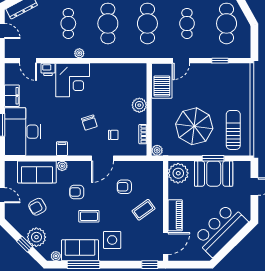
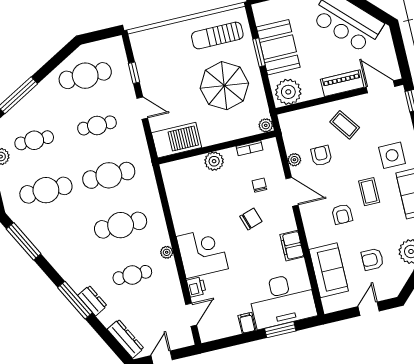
door: (181, 61) -> (142, 108), moved
filing cabinet: (12, 96) -> (247, 323), width x0.50
filing cabinet: (62, 149) -> (292, 246), width x2.00
plant: (62, 166) -> (294, 160), moved
armchair: (124, 187) -> (321, 156), turned 180
armchair: (37, 207) -> (372, 259), turned 119

